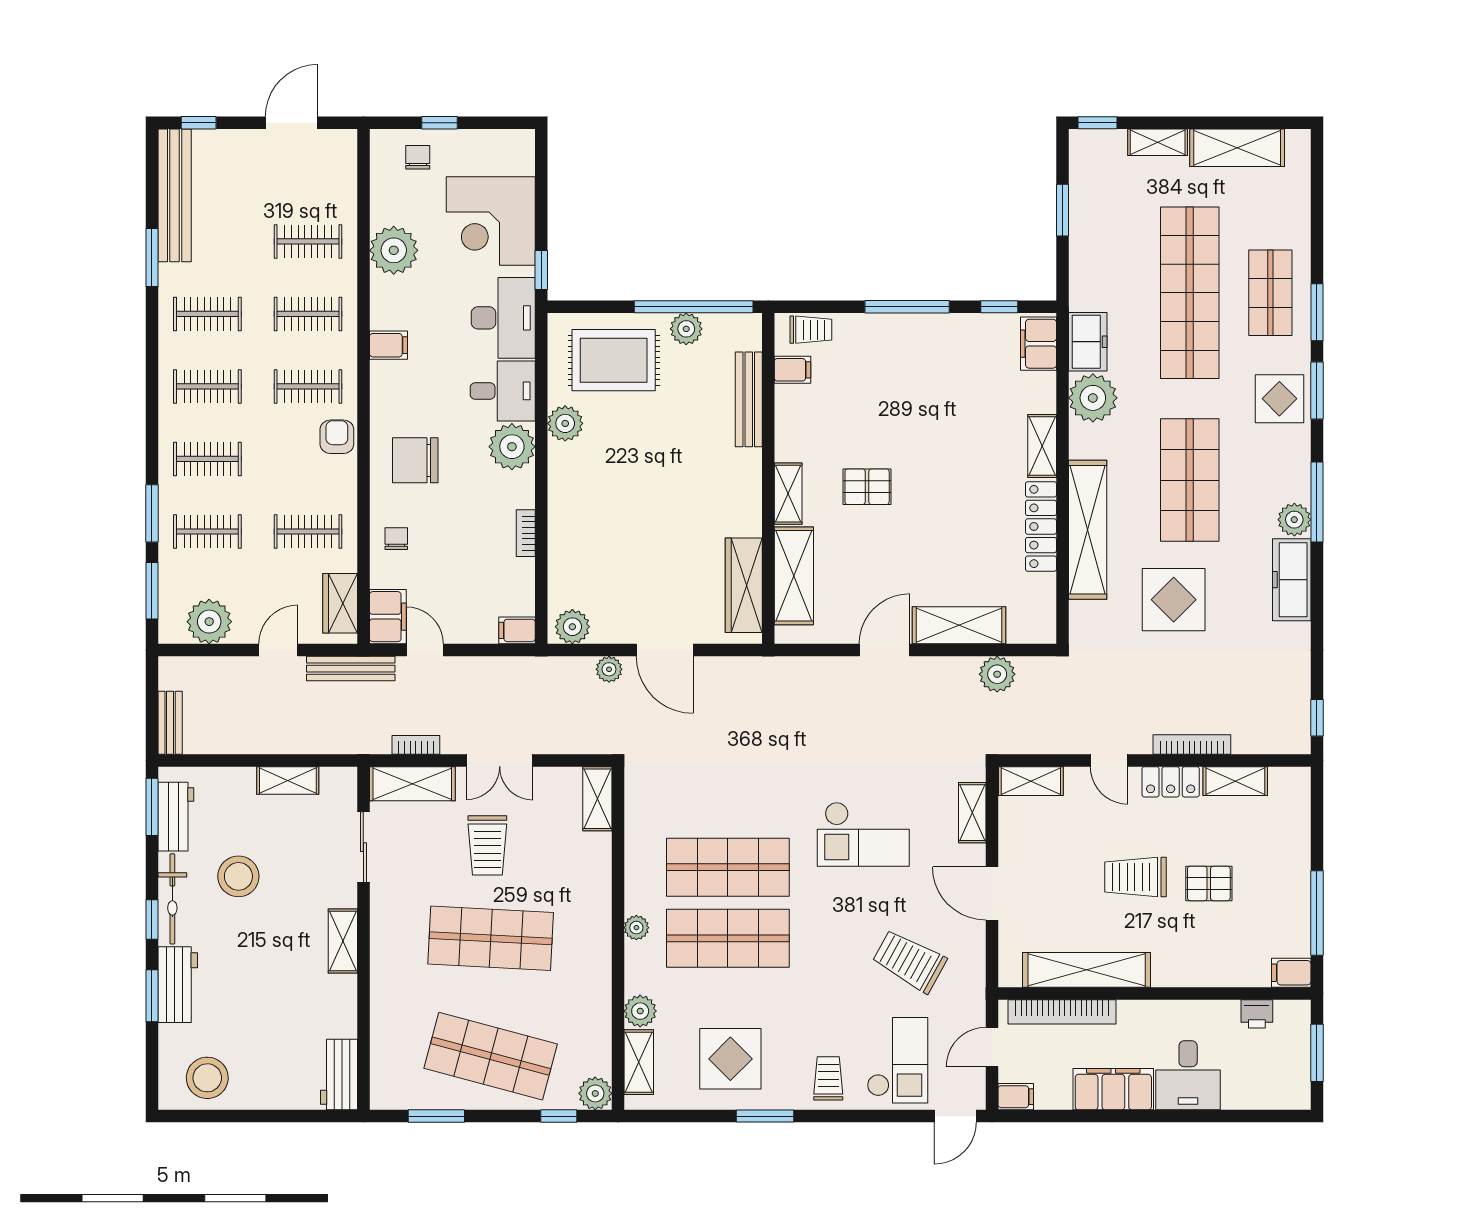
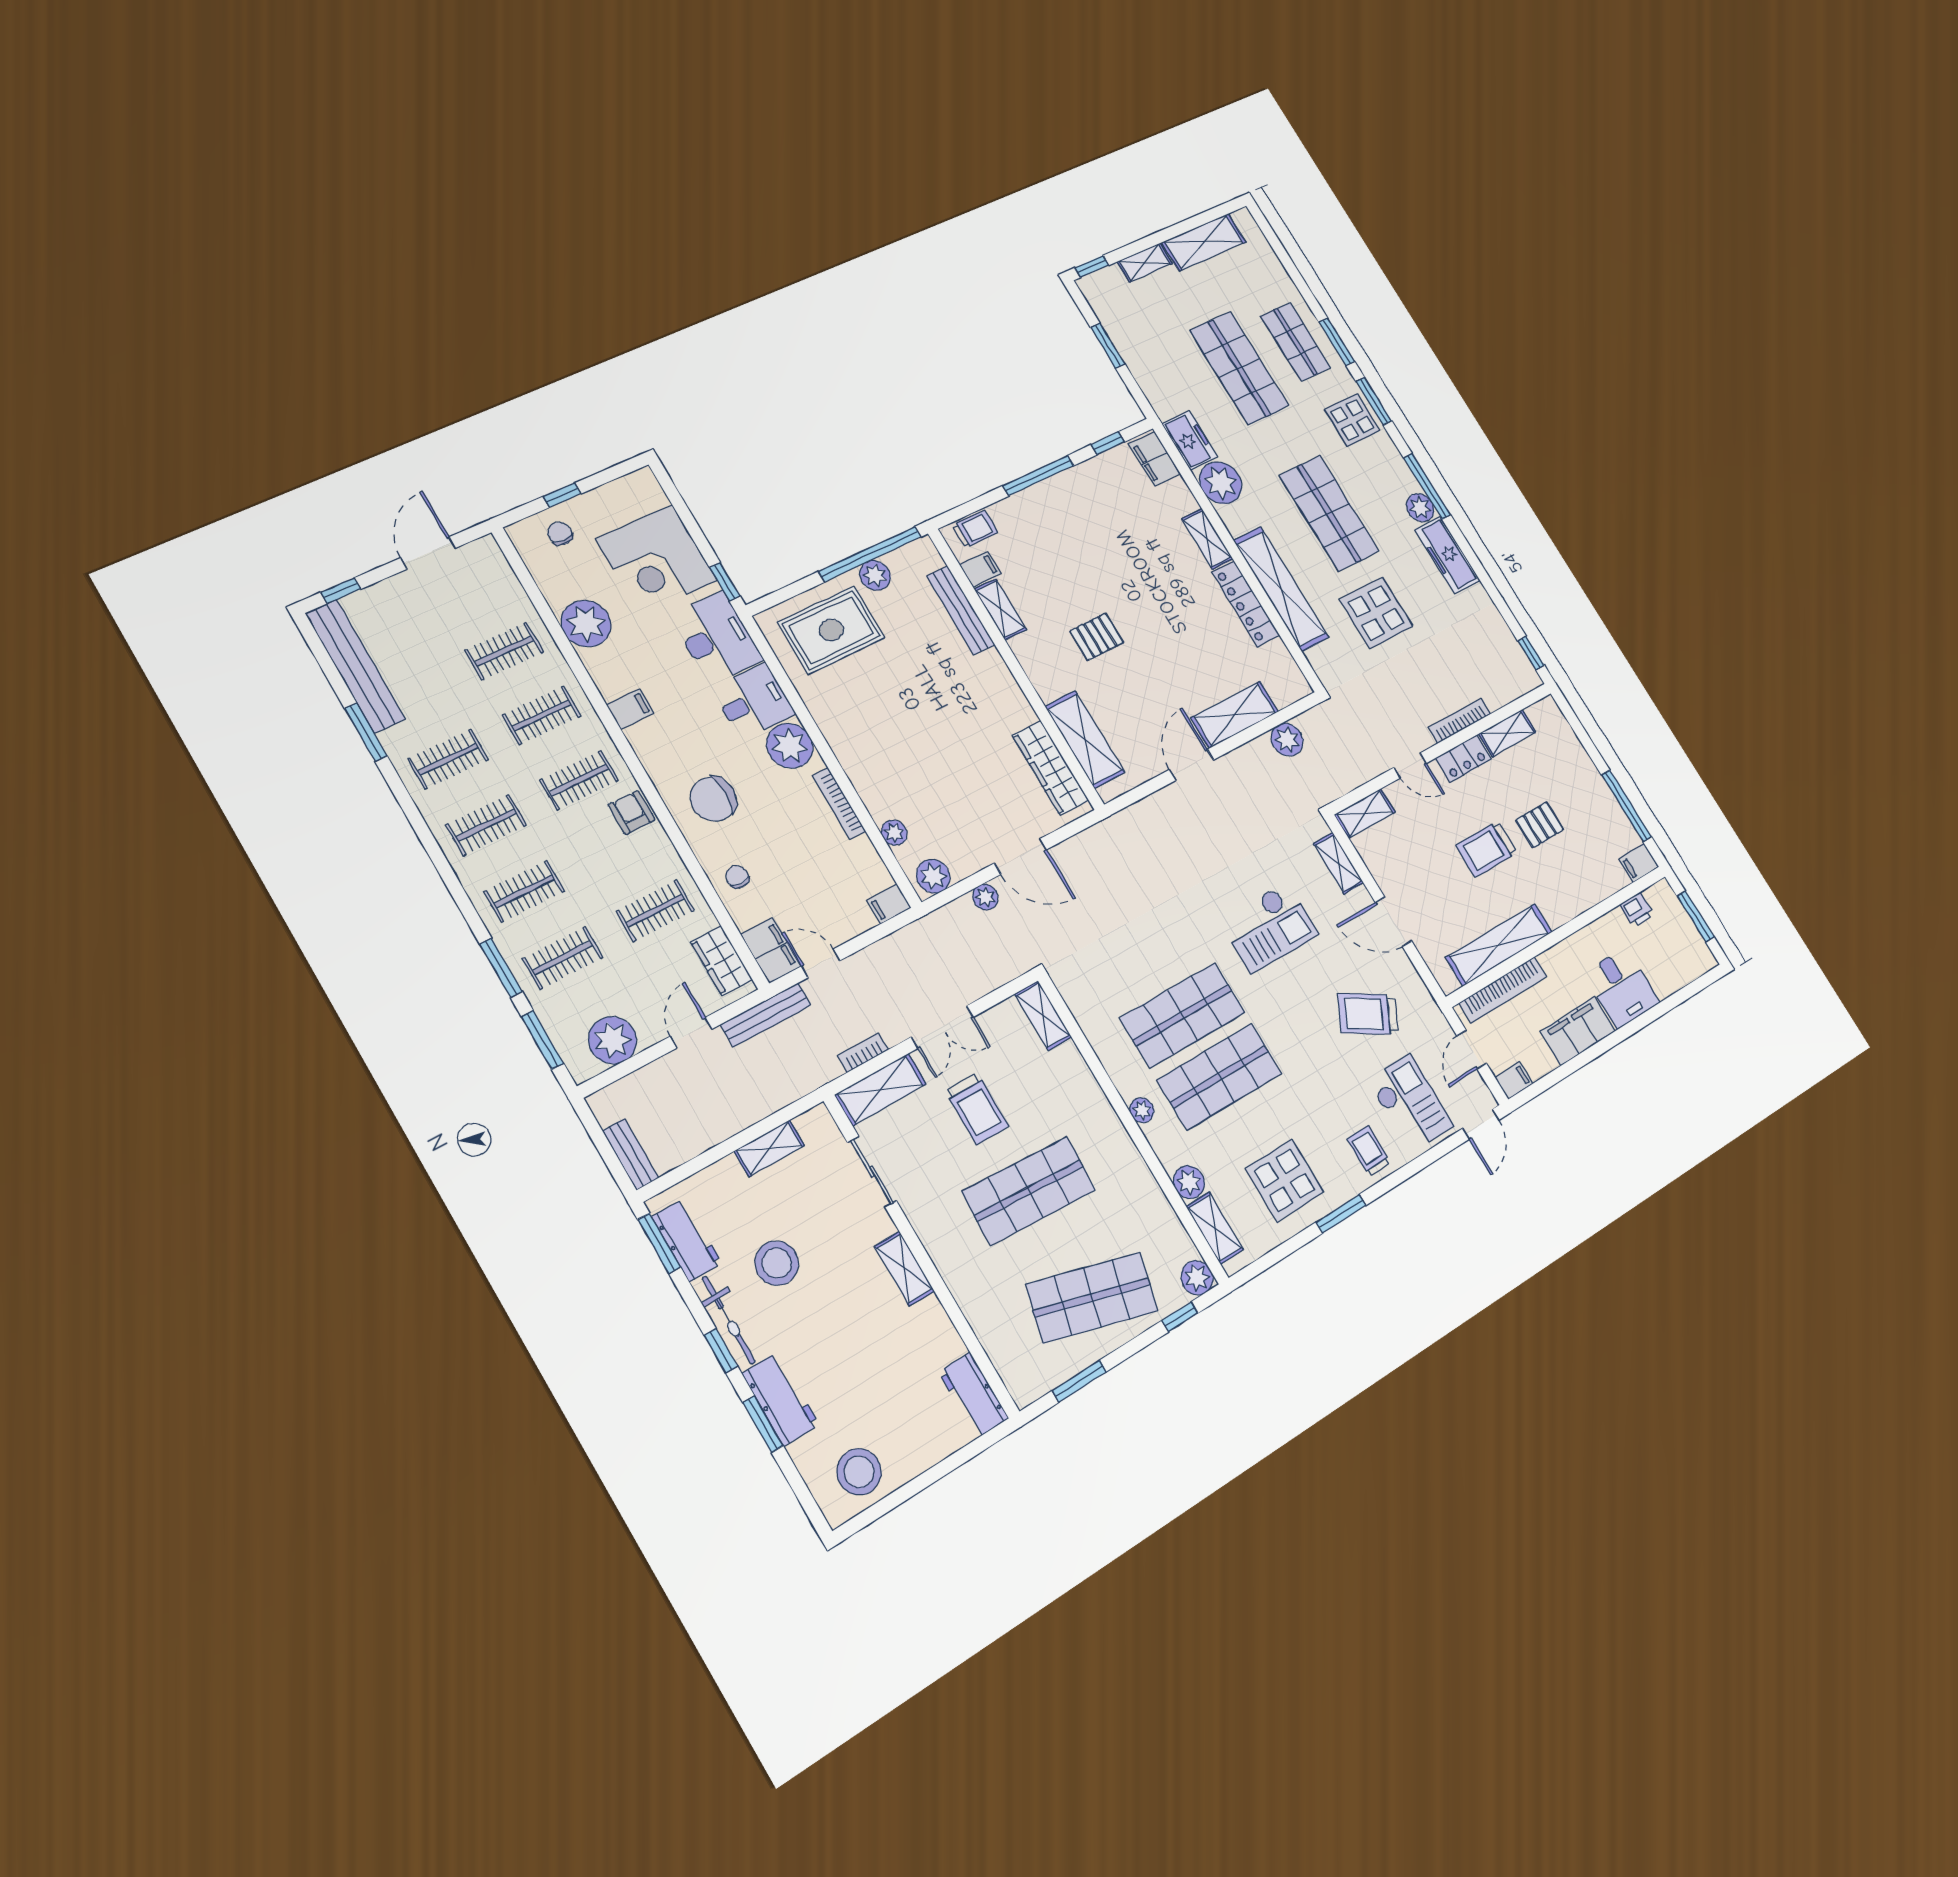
shop shelf: (1190, 293) -> (1239, 368), width x0.71
plant: (565, 423) -> (894, 833), moved, width x0.73, depth x0.73
shelving: (788, 494) -> (1000, 609), moved
bookcase: (526, 533) -> (839, 804), width x1.56

